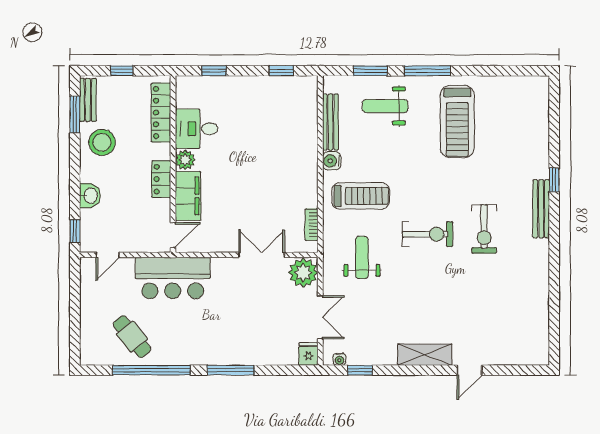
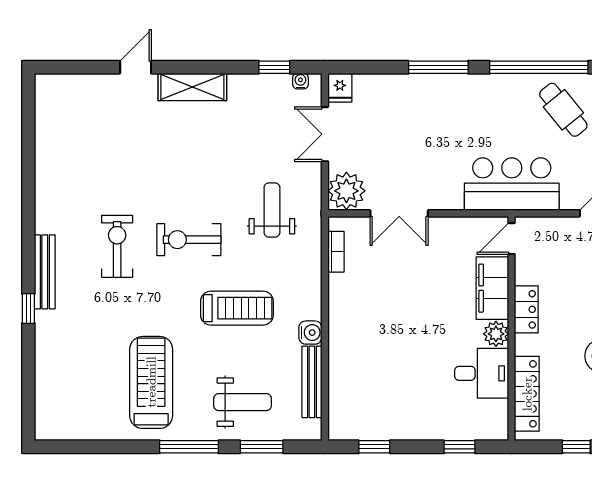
treadmill: (361, 196) -> (237, 308), moved, turned 180
weight bench: (362, 258) -> (272, 210), turned 180

